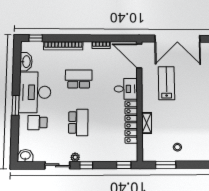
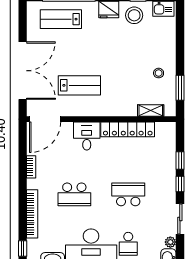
school desk: (79, 79) -> (74, 194), turned -90
lab bench: (166, 83) -> (79, 85), turned 180
shelving: (147, 123) -> (151, 111), moved
plant: (75, 157) -> (170, 242), moved
window: (124, 165) -> (180, 161), moved

